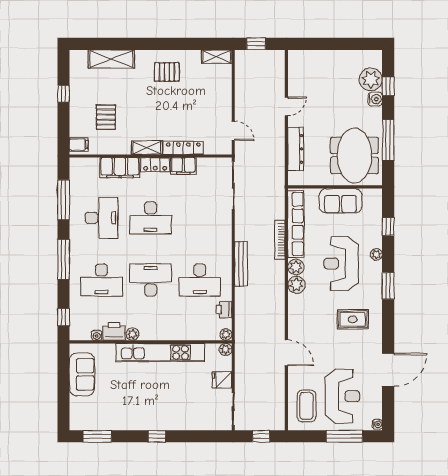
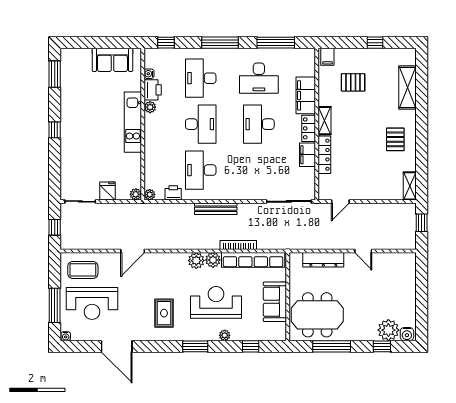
water cooler: (375, 99) -> (407, 334), moved
kitchen unit: (160, 352) -> (133, 122), width x0.73

